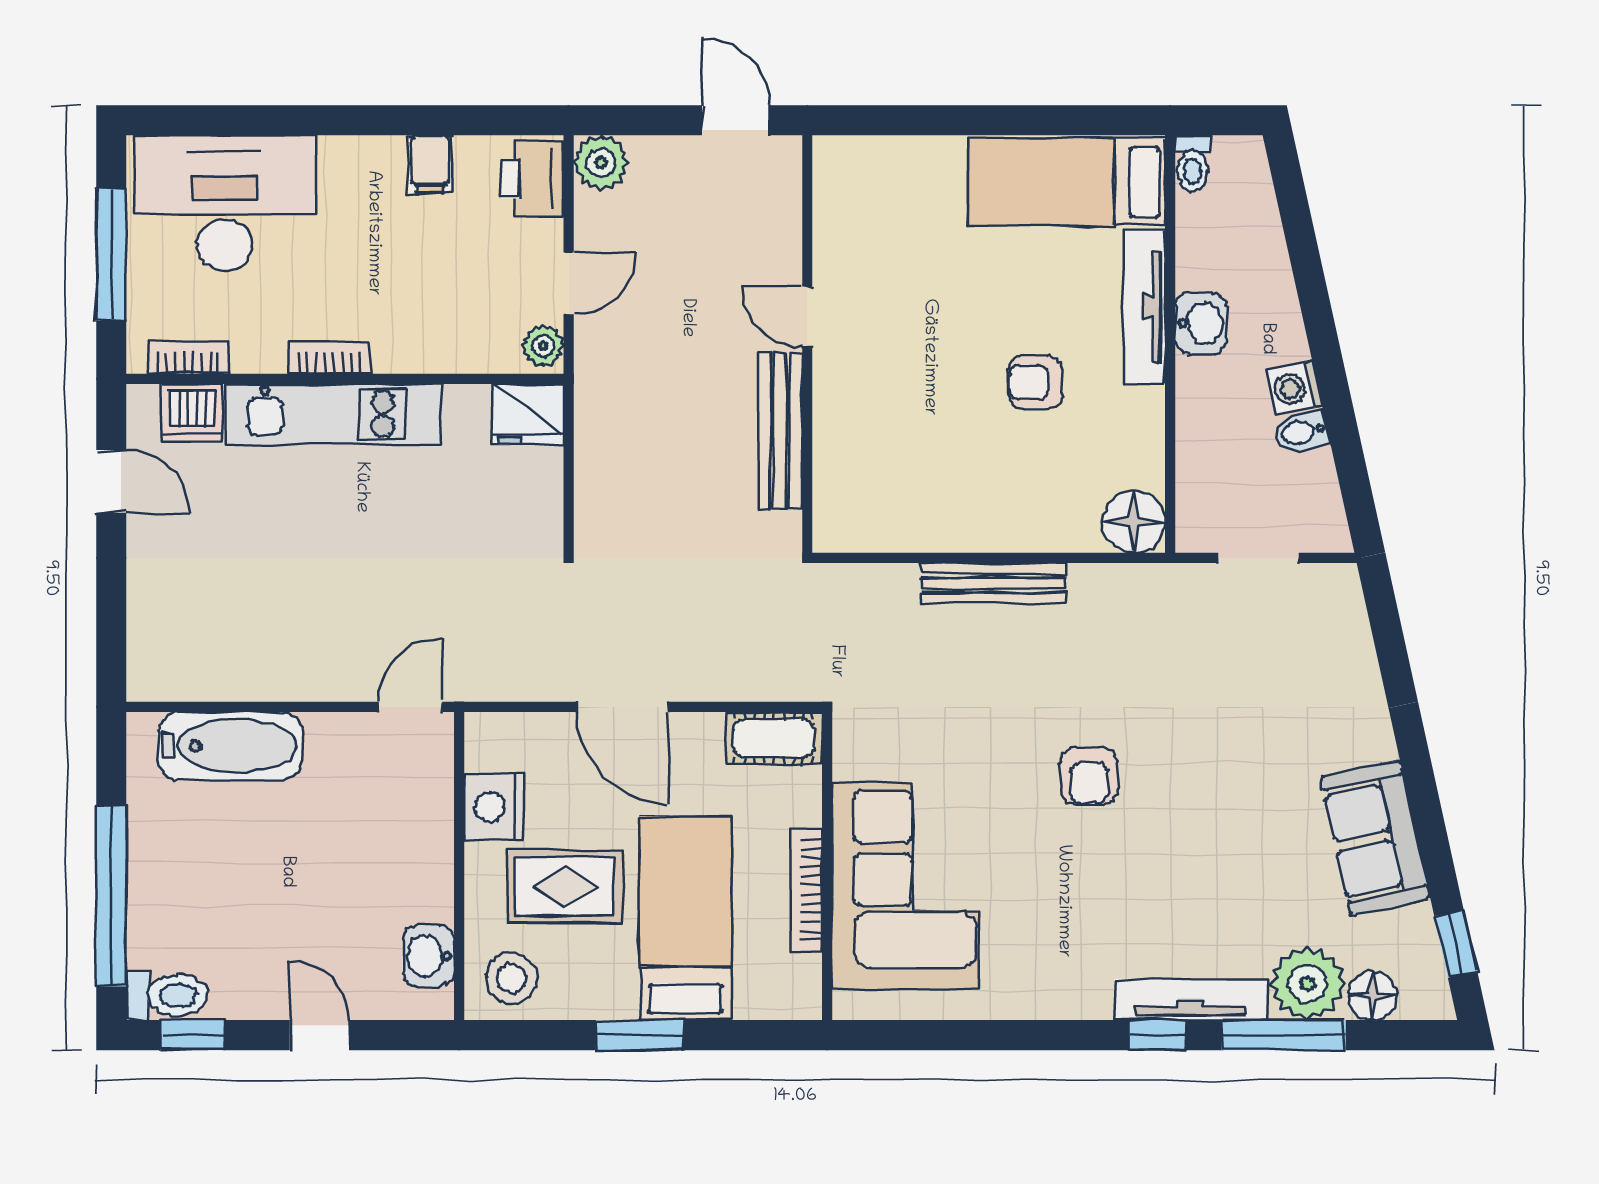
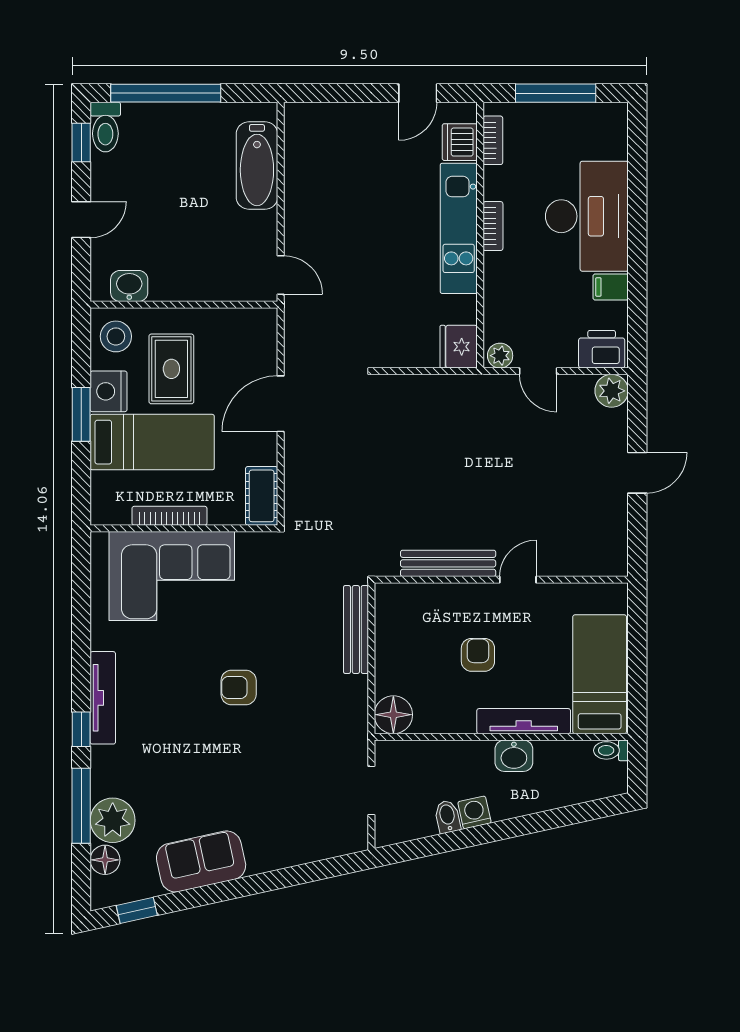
desk: (225, 203) -> (587, 216), moved
door: (807, 317) -> (518, 580), moved
wall: (807, 344) -> (501, 580), moved
bench: (780, 431) -> (448, 563), moved
nightstand: (494, 807) -> (109, 391), moved, turned -90
tv unit: (1190, 1000) -> (103, 698), moved

